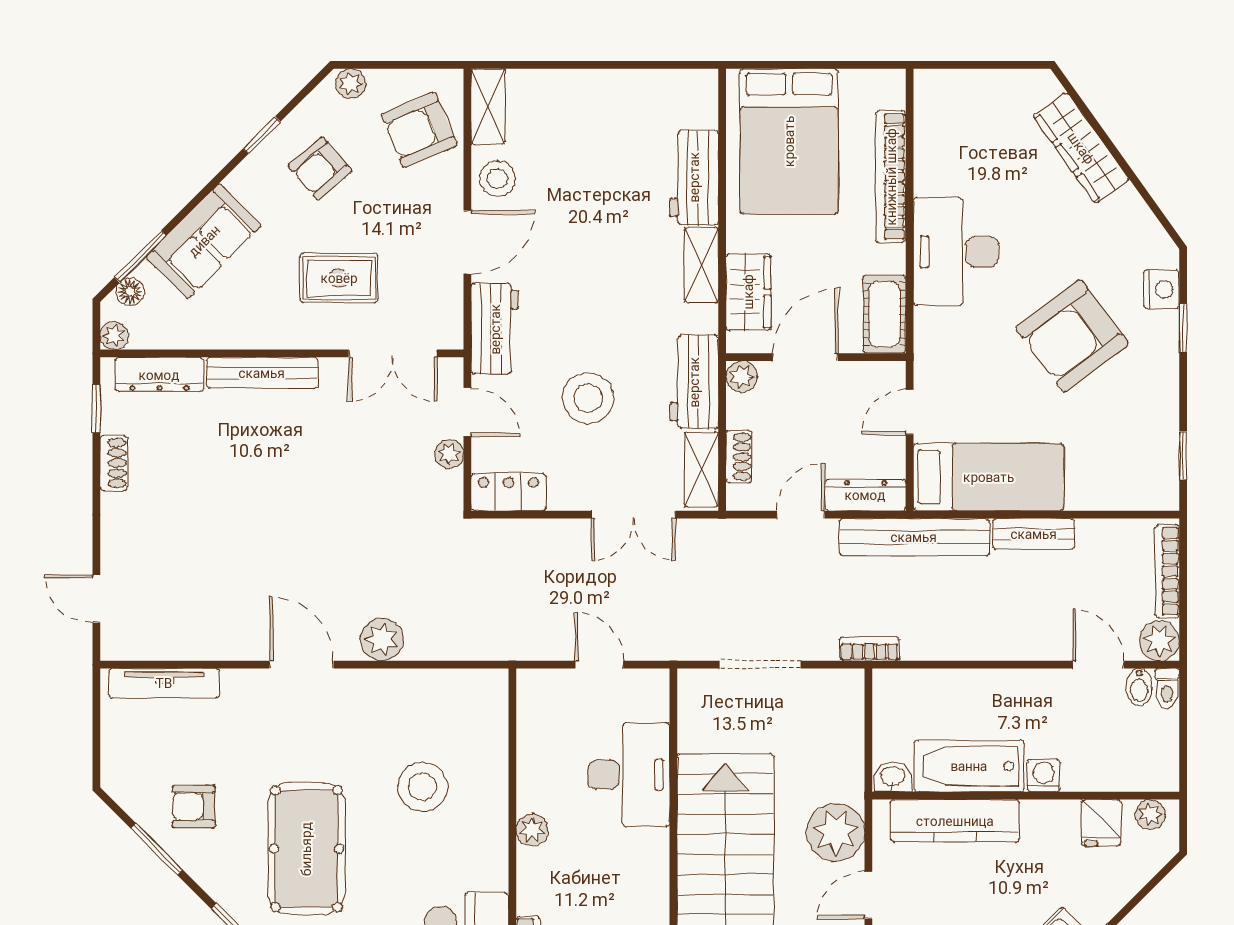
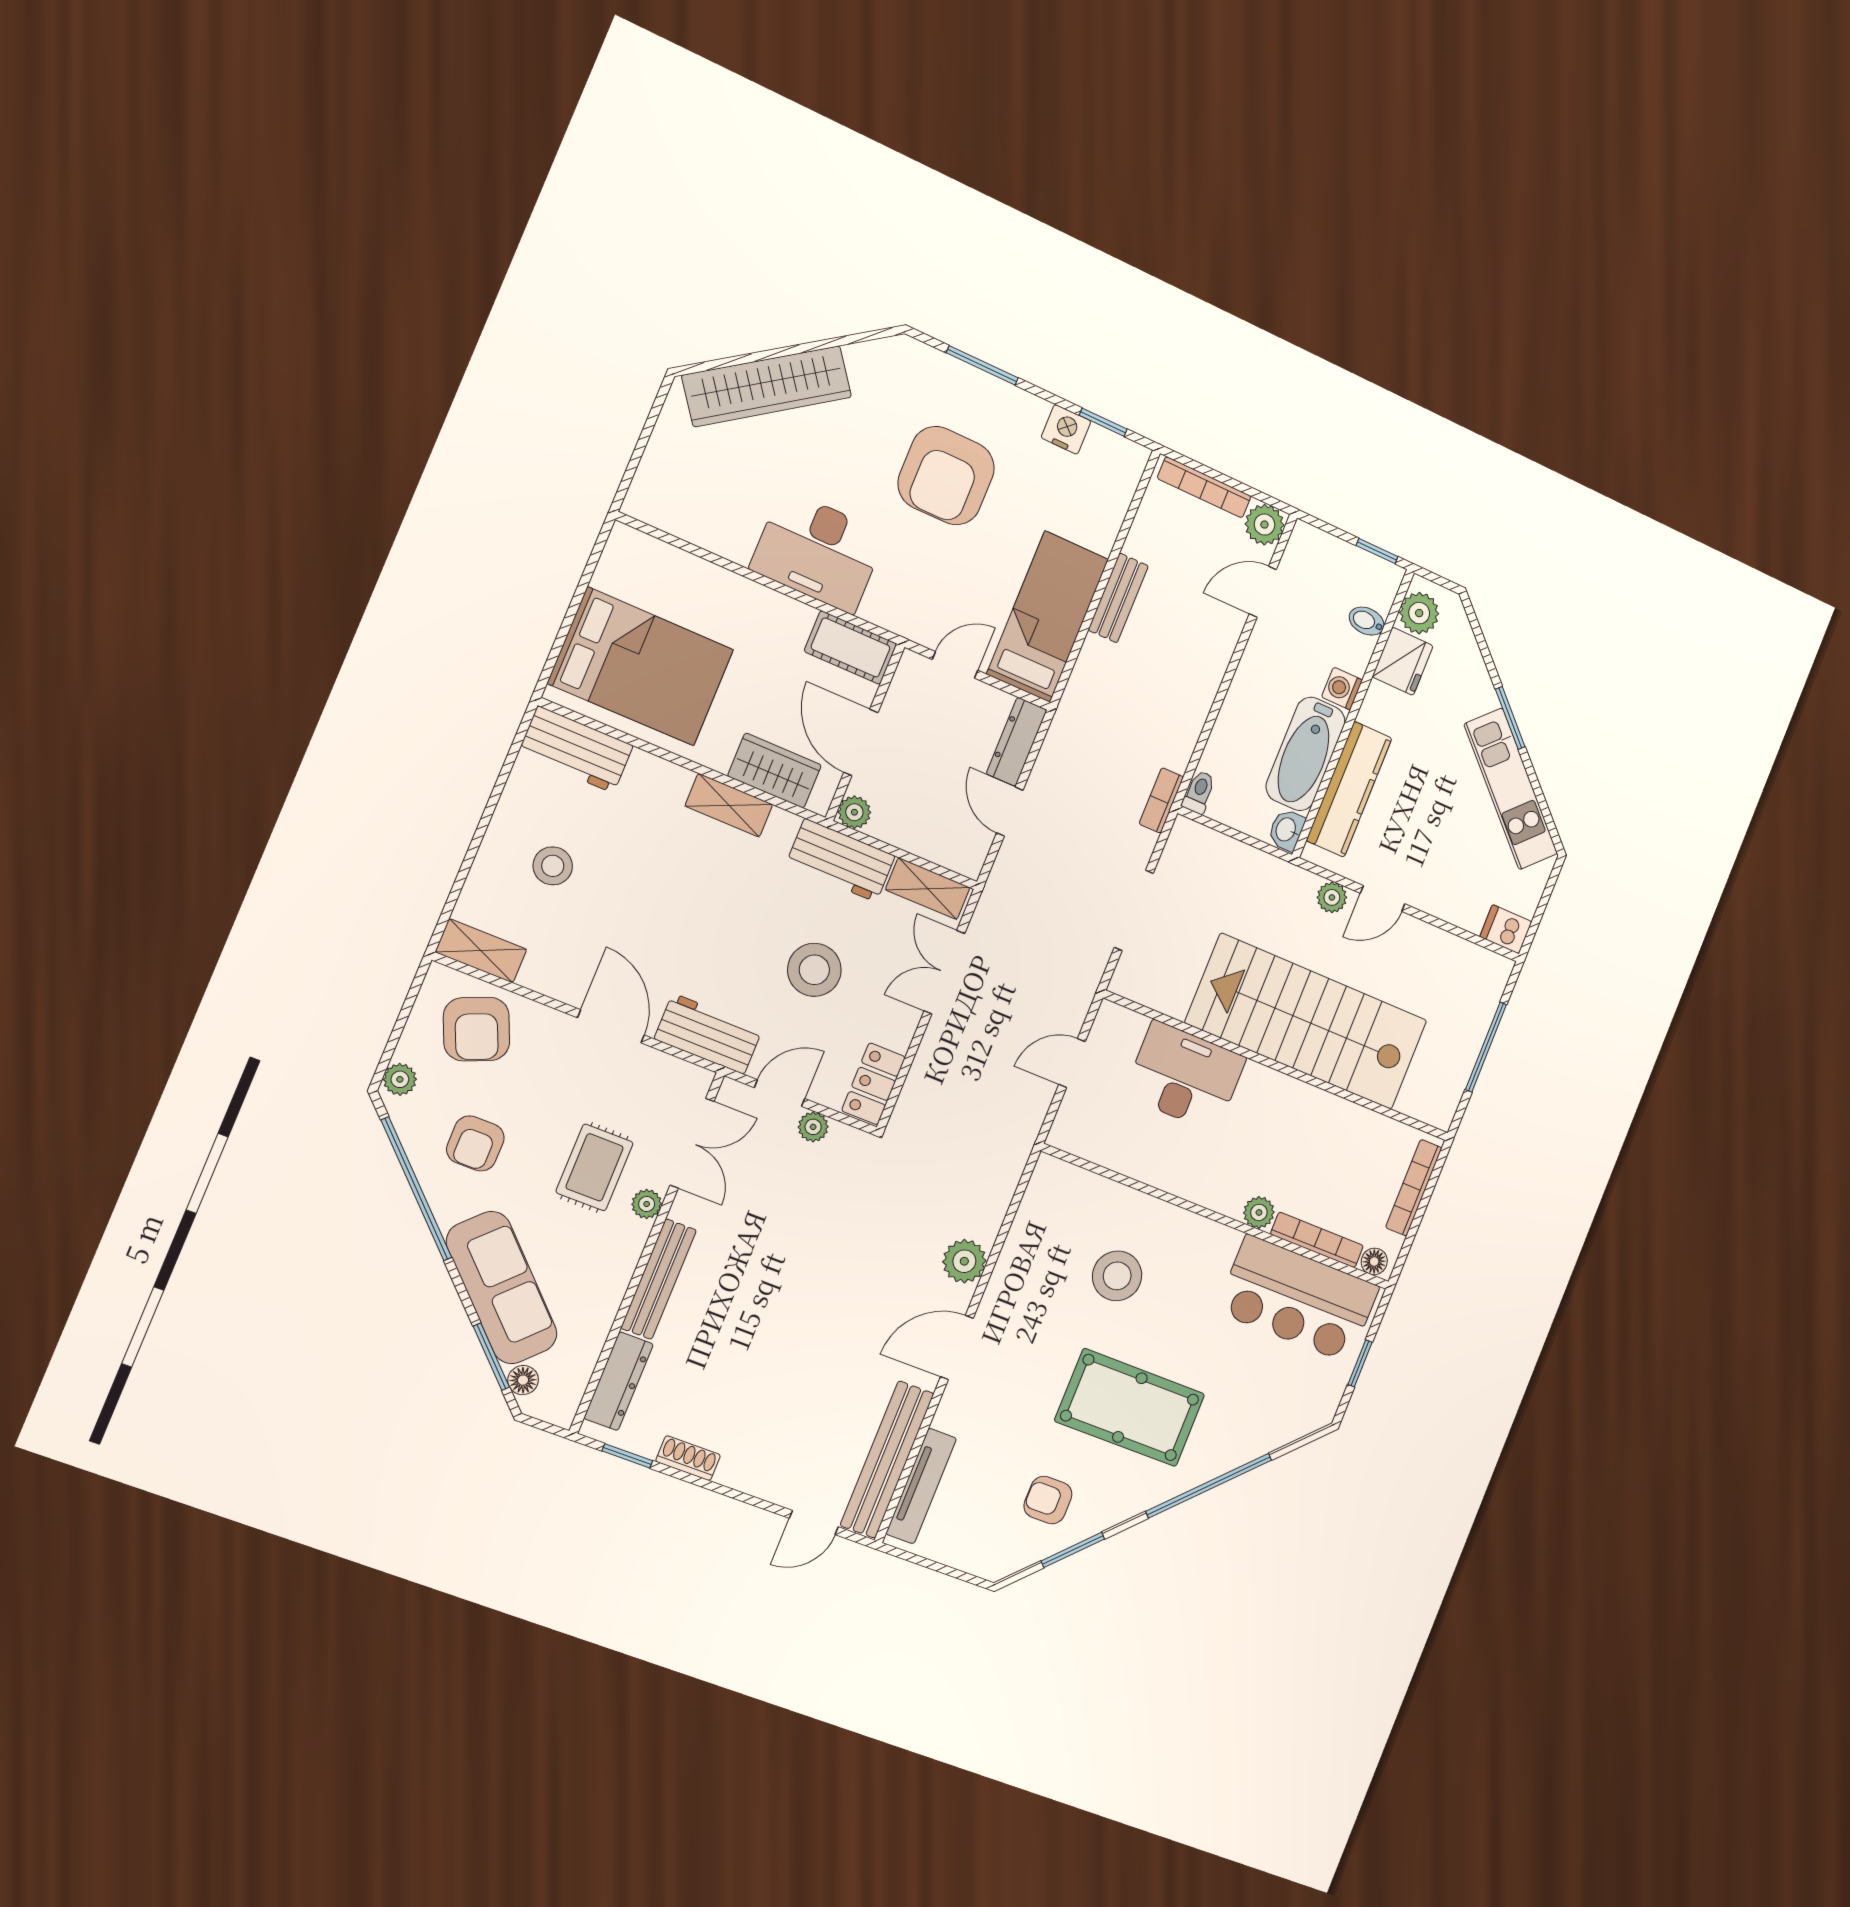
window: (262, 135) -> (416, 1189), width x3.17
wardrobe: (1081, 148) -> (767, 386), width x1.40, depth x1.17
armchair: (320, 169) -> (475, 1143), turned 41
workbench: (694, 177) -> (576, 749), moved
bookcase: (891, 177) -> (718, 582), removed
stool: (497, 179) -> (553, 866), moved
sofa: (204, 241) -> (502, 1288), width x1.36
nightstand: (1161, 289) -> (1066, 429), moved
window: (1183, 328) -> (982, 365), width x1.50
plant: (114, 336) -> (647, 1204), moved
armchair: (1072, 336) -> (946, 476), turned 37
door: (910, 412) -> (955, 665), swing flipped
shoe rack: (739, 457) -> (930, 848), removed
double door: (633, 515) -> (944, 972), swing flipped
bench: (914, 537) -> (887, 1459), moved
bidet: (1139, 687) -> (1367, 621), moved, turned 180
toilet: (1167, 688) -> (1199, 792), moved, turned -90
window: (1183, 756) -> (1377, 551), added
armchair: (194, 806) -> (1048, 1500), turned 90
plant: (1150, 815) -> (1419, 613), width x1.38, depth x1.38
fridge: (1101, 823) -> (1403, 661), width x1.38
plant: (532, 830) -> (1259, 1212), moved
plant: (836, 832) -> (1332, 897), width x0.53, depth x0.53
door: (868, 895) -> (1383, 899), hinge flipped

